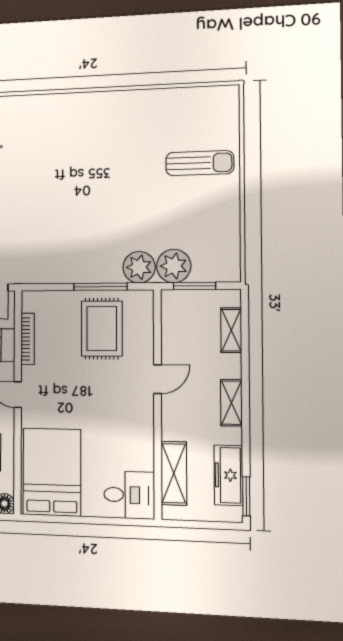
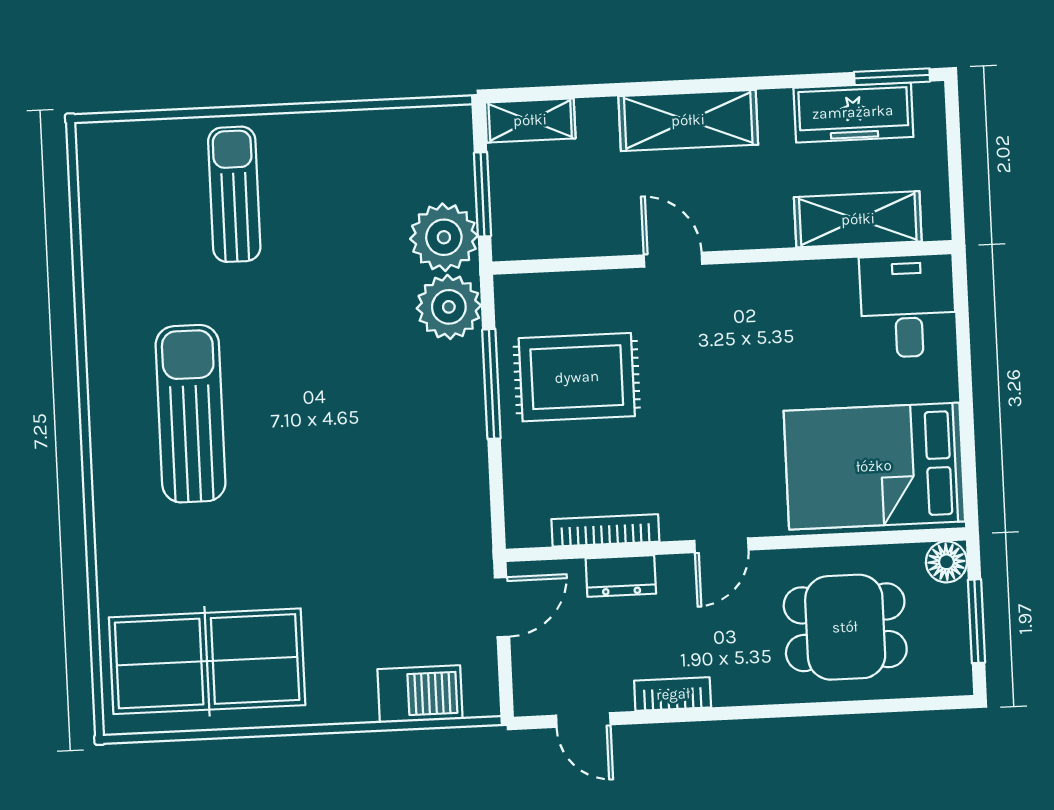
sun lounger: (93, 141) -> (191, 414), added
shelving: (231, 330) -> (530, 120), moved
shelving: (231, 403) -> (688, 120), width x1.50, depth x1.33

